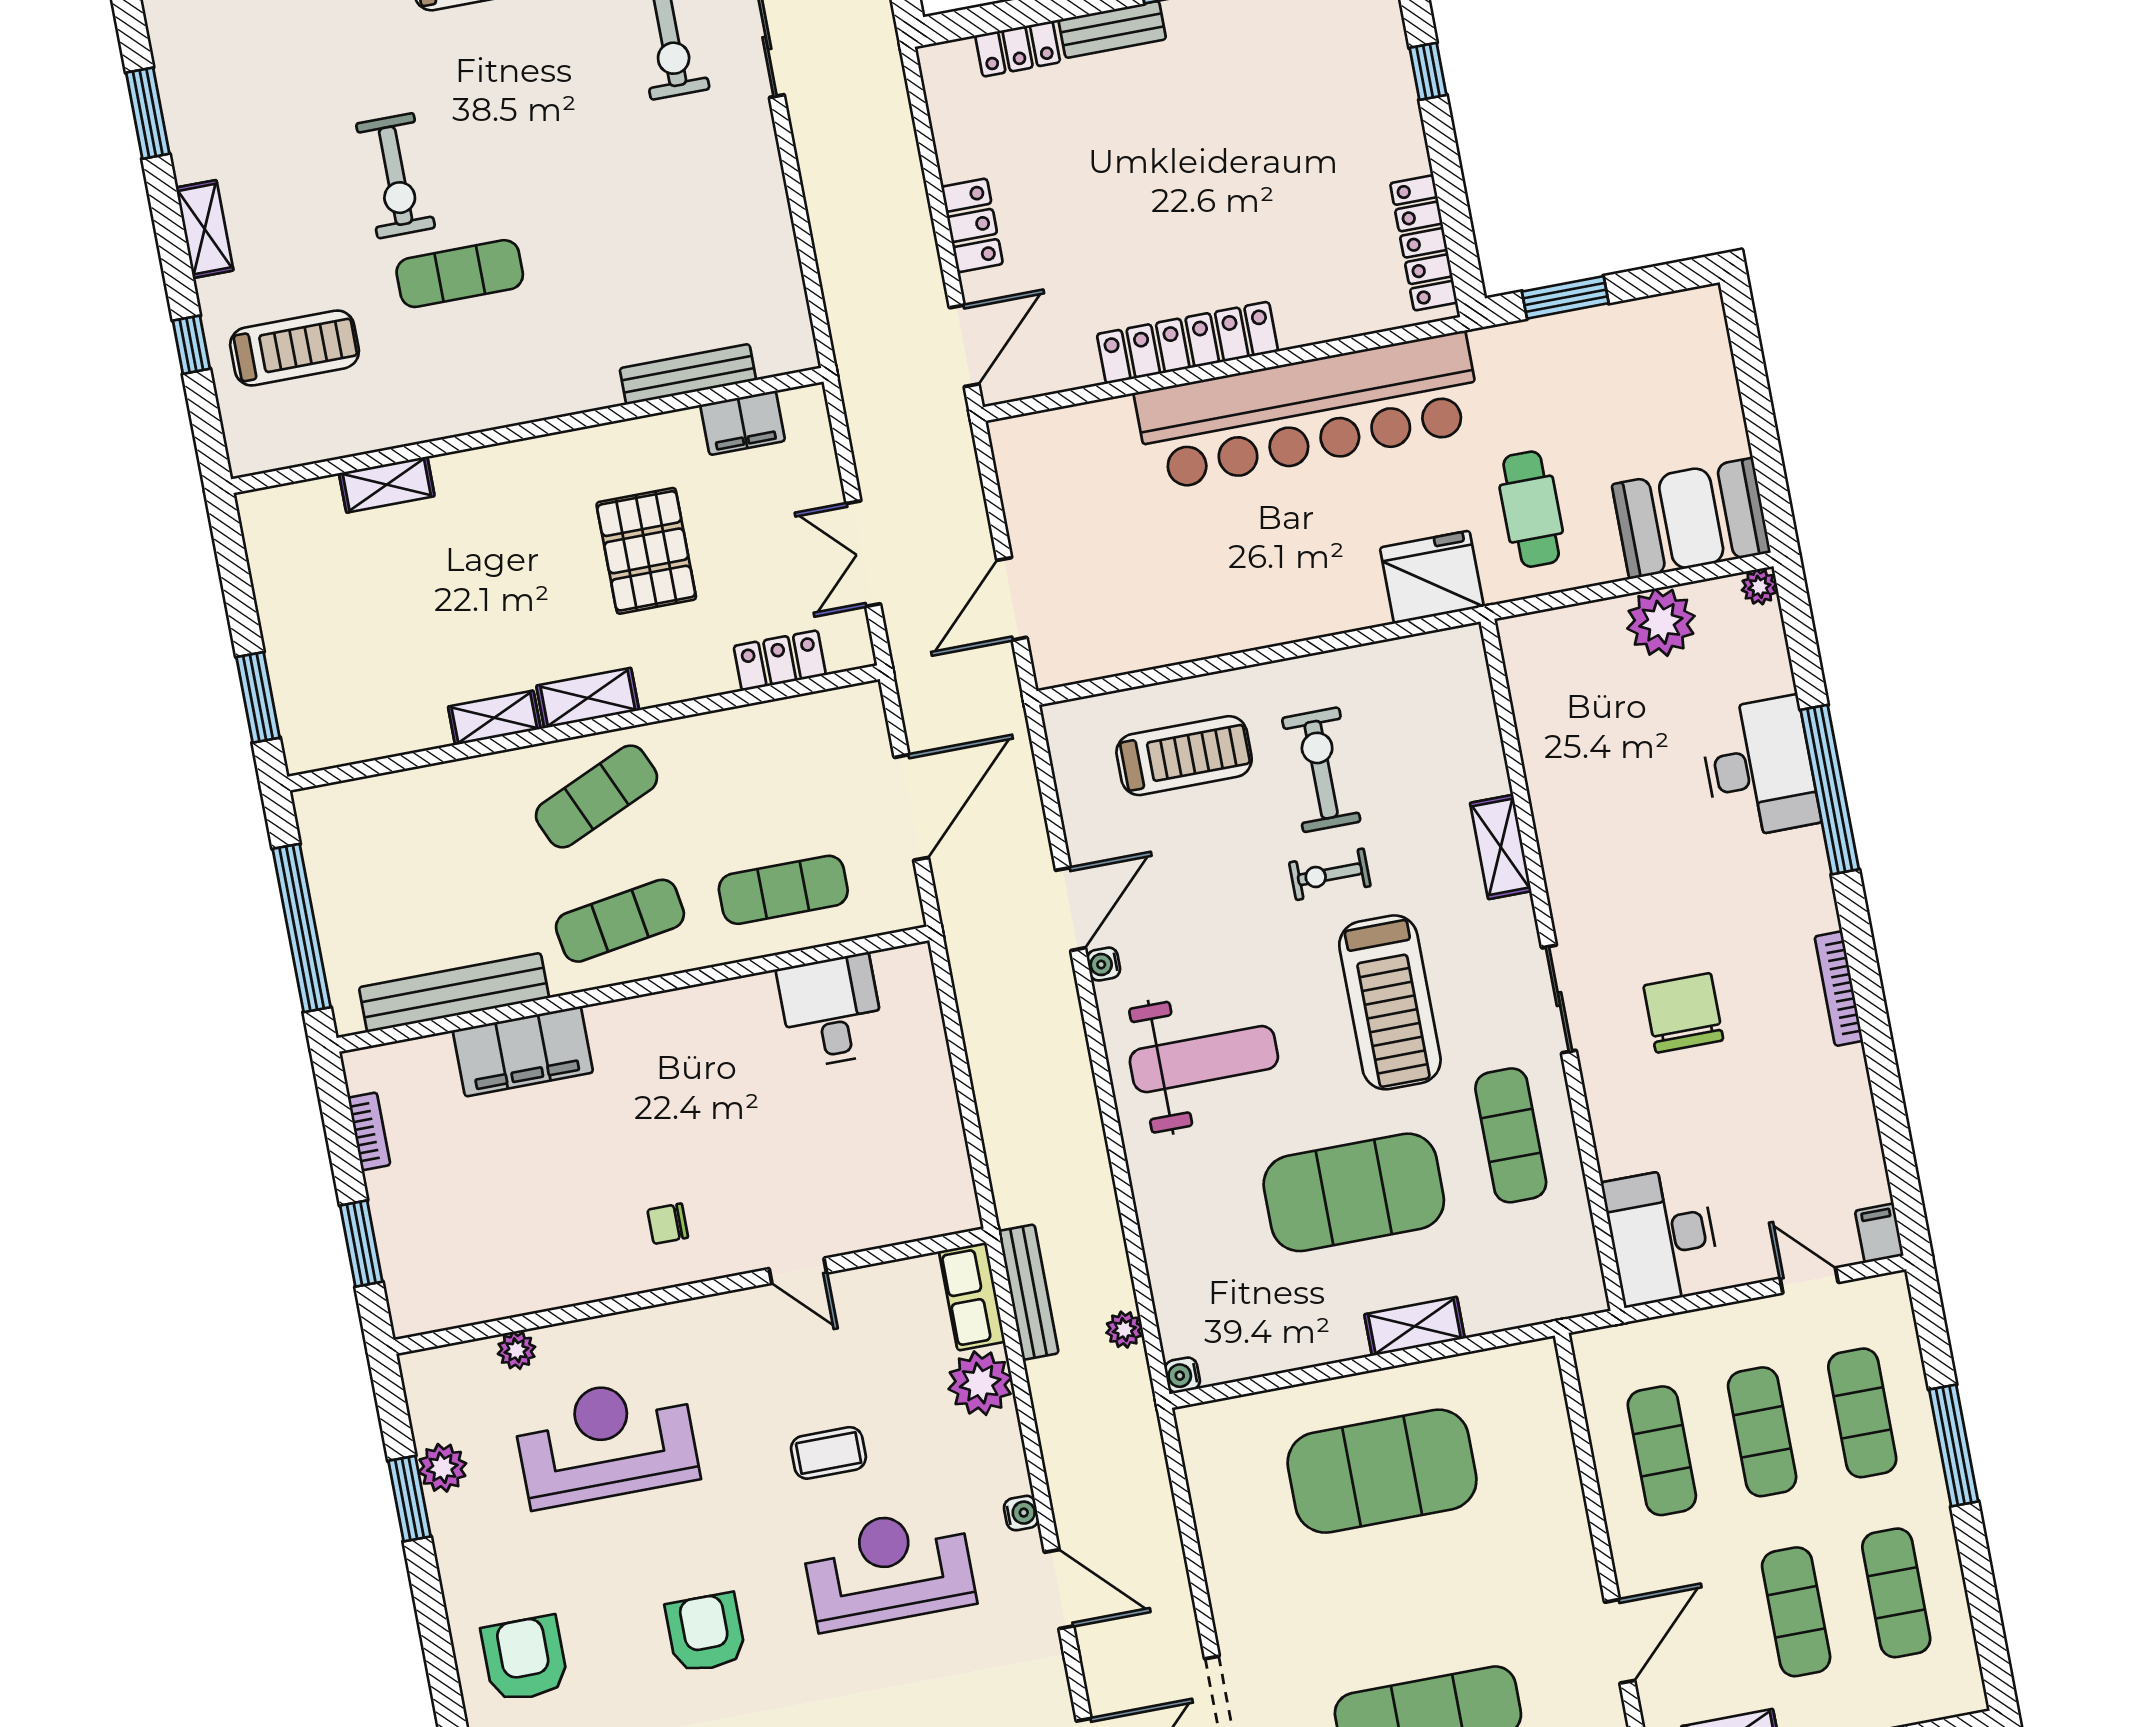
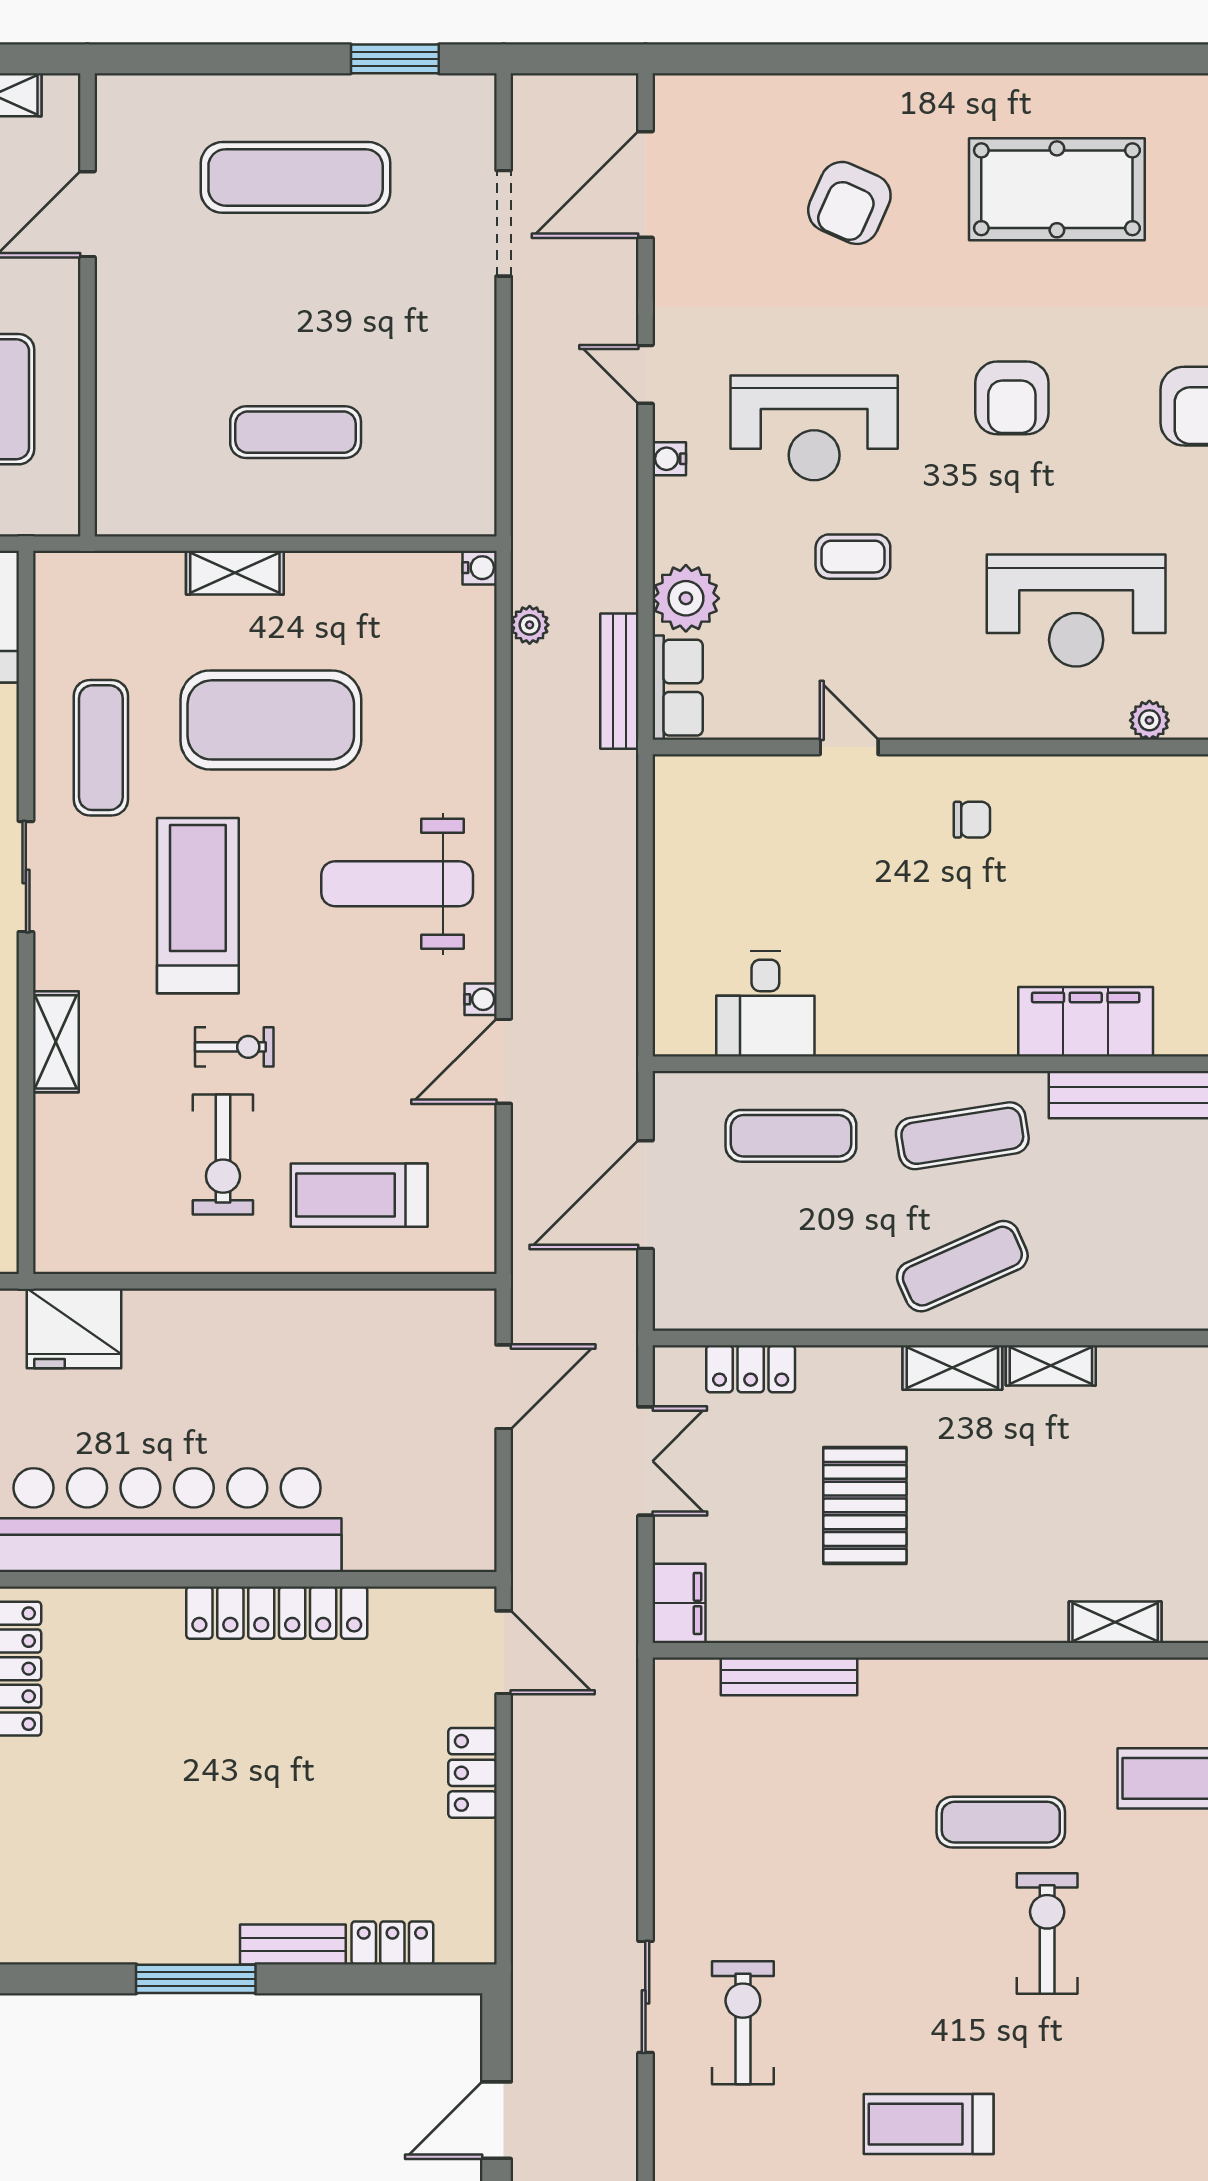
door: (964, 346) -> (504, 1652), swing flipped
filing cabinet: (743, 423) -> (679, 1603), moved, turned 90
exercise mat: (1382, 1471) -> (296, 432), width x0.50, depth x0.69
door: (1059, 1589) -> (645, 374), width x0.73

